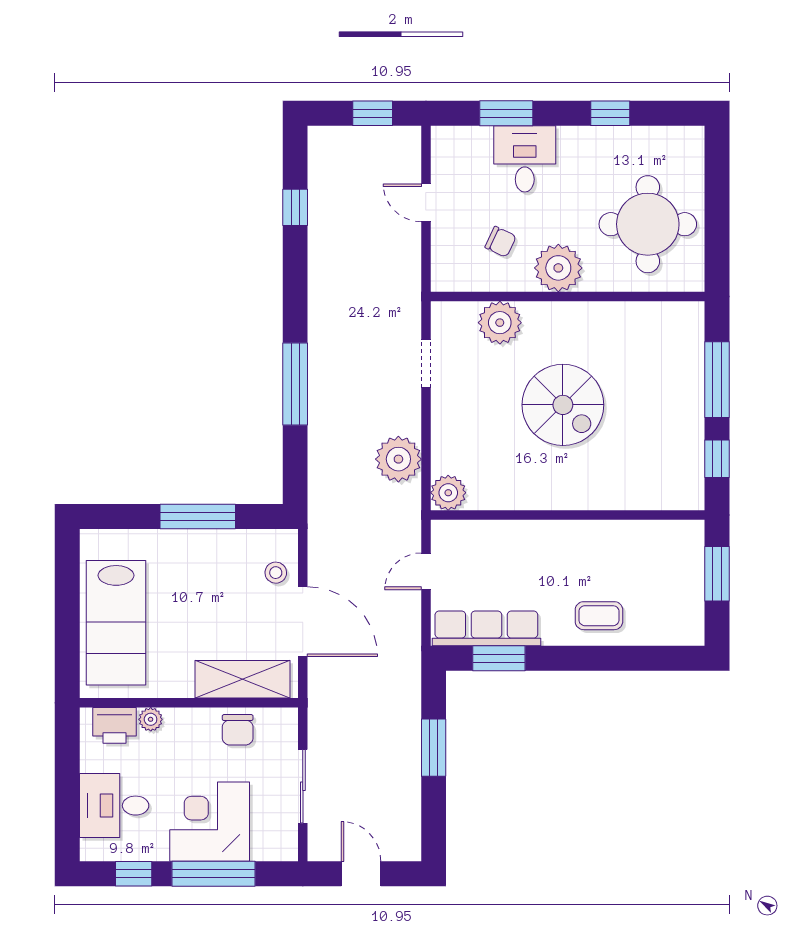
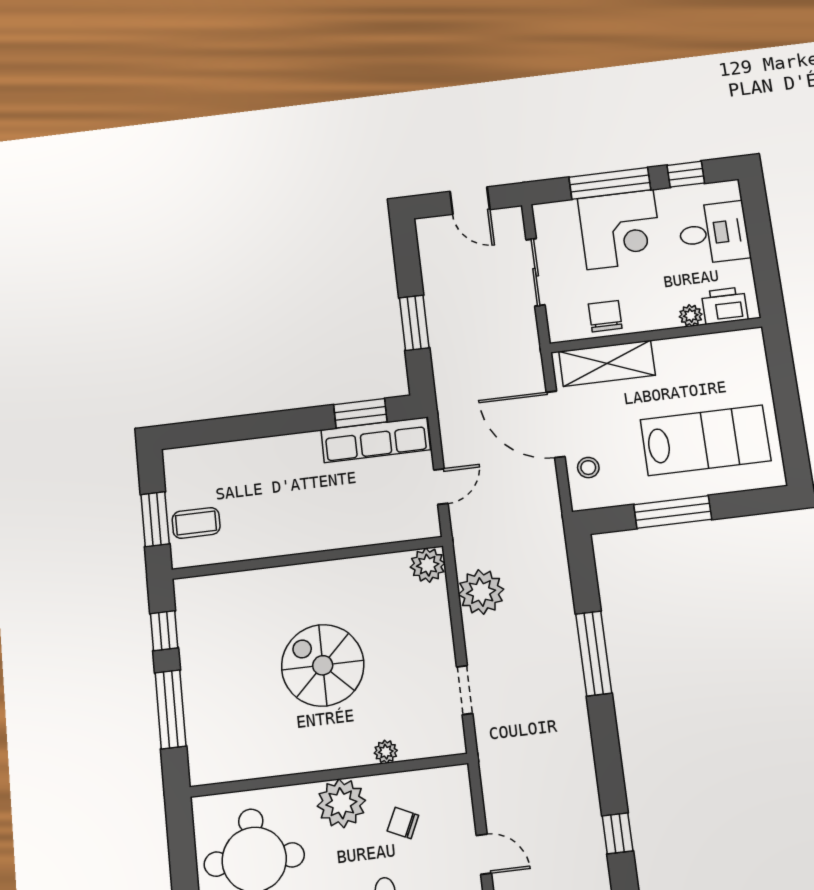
plant: (500, 323) -> (386, 752), width x0.53, depth x0.53
coffee table: (599, 616) -> (196, 523), moved
lab bench: (116, 623) -> (705, 440), moved, turned 90

